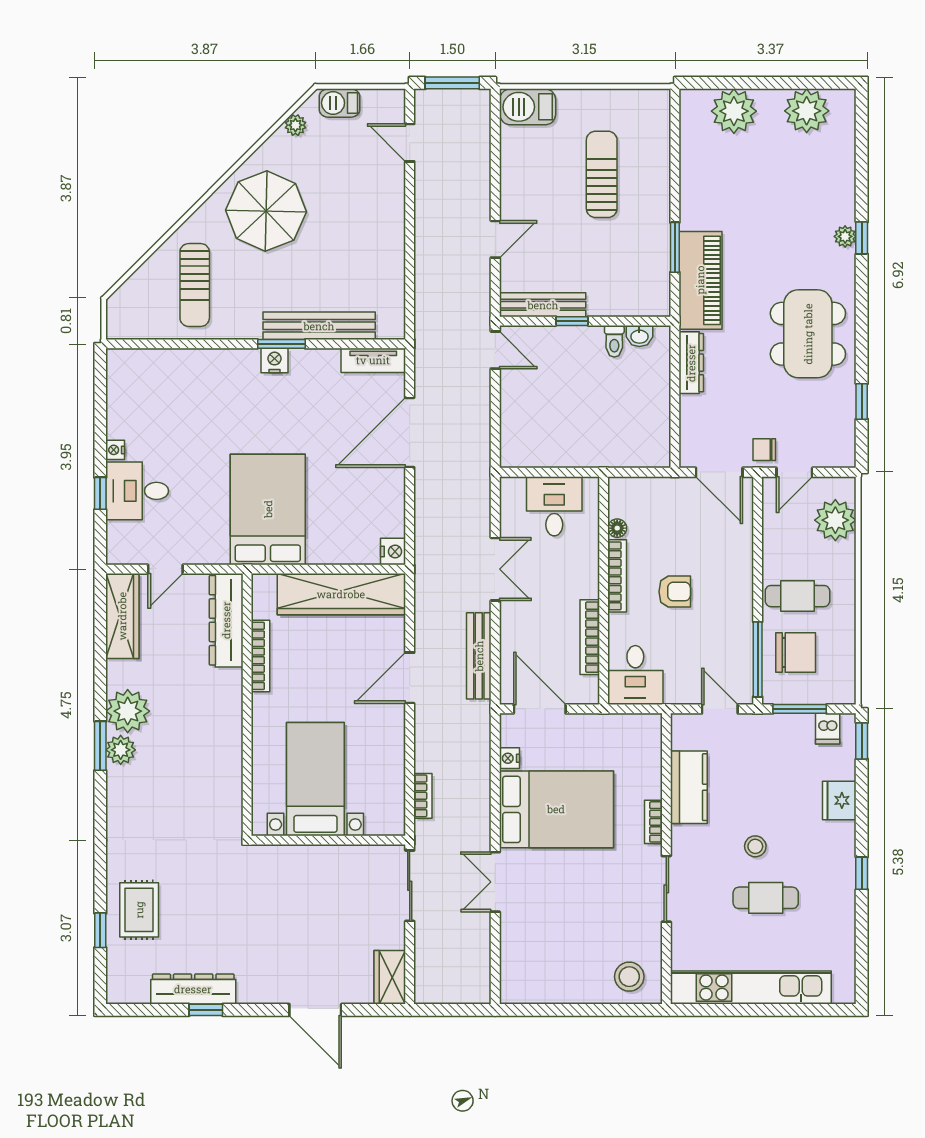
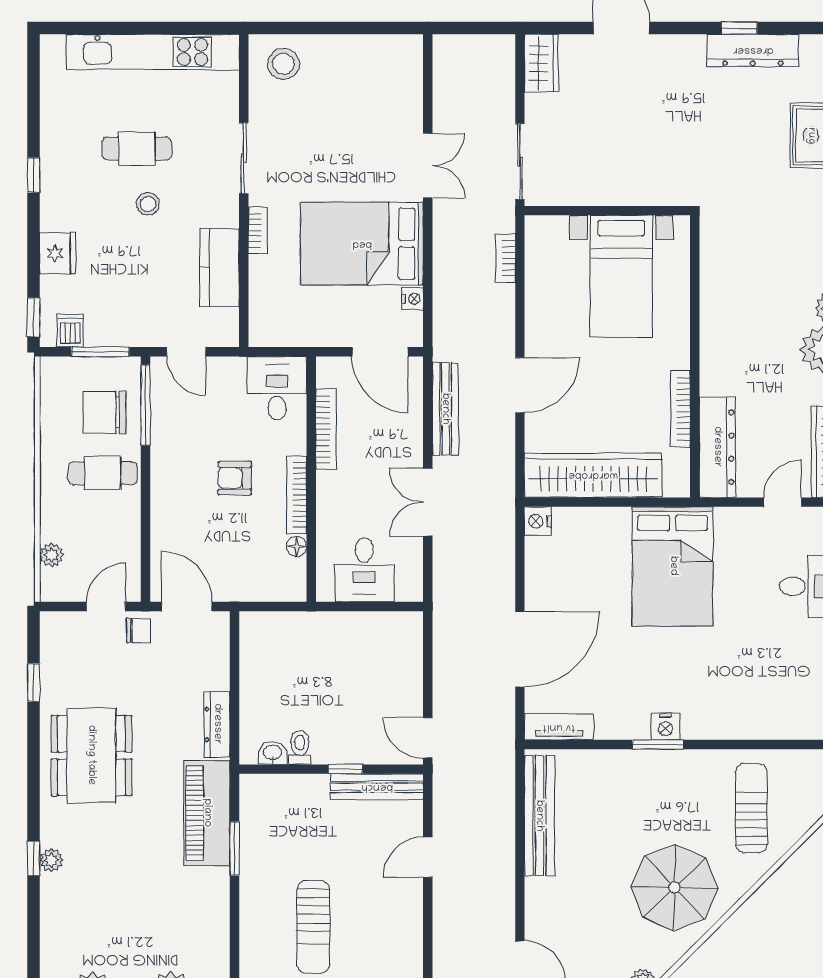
bench: (319, 326) -> (539, 816), moved, turned 90
plant: (835, 520) -> (52, 555), width x0.53, depth x0.53

